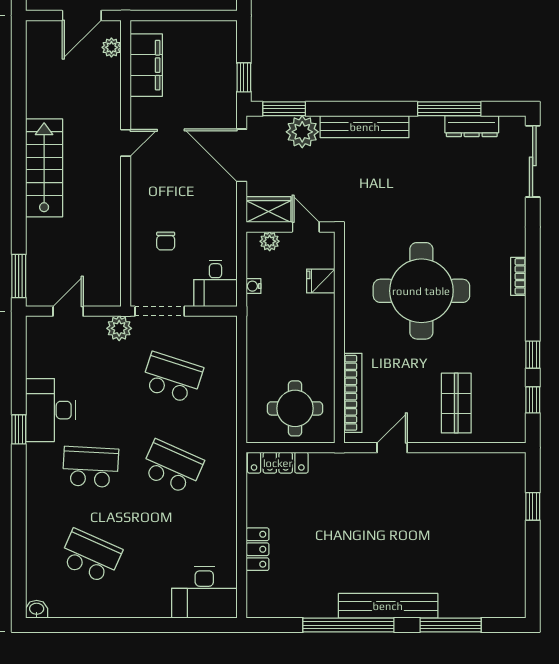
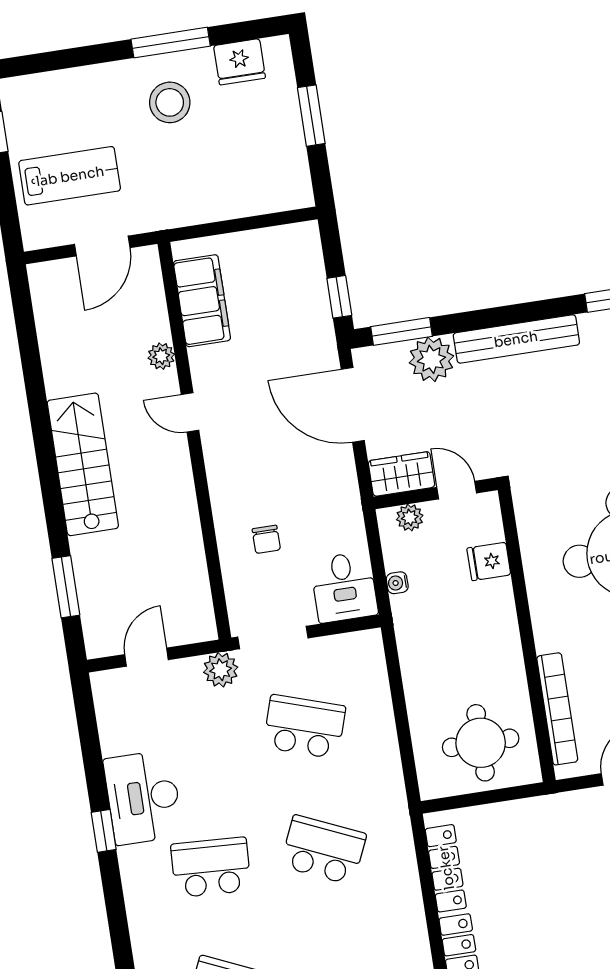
plant: (111, 47) -> (161, 356), moved
door: (126, 143) -> (190, 412), swing flipped
window: (19, 276) -> (66, 587), moved
locker: (278, 463) -> (446, 868), moved, turned -90

